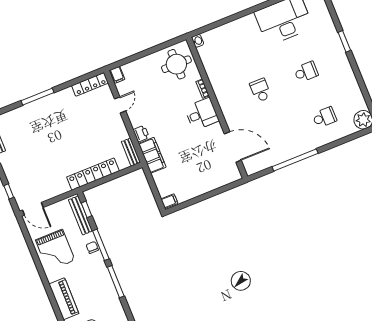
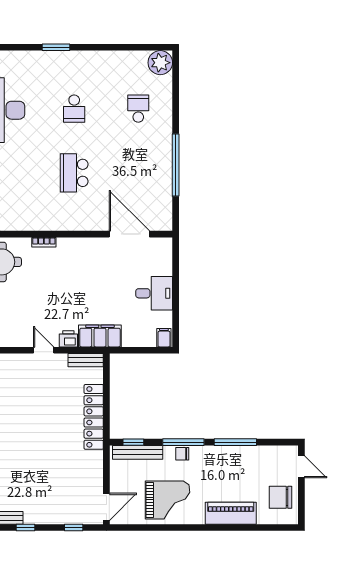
school desk: (306, 72) -> (74, 109), turned 180
school desk: (260, 90) -> (74, 173), width x1.85
door: (120, 105) -> (44, 350), moved
desk: (202, 114) -> (154, 293), moved, turned 90
door: (233, 147) -> (129, 234), hinge flipped

